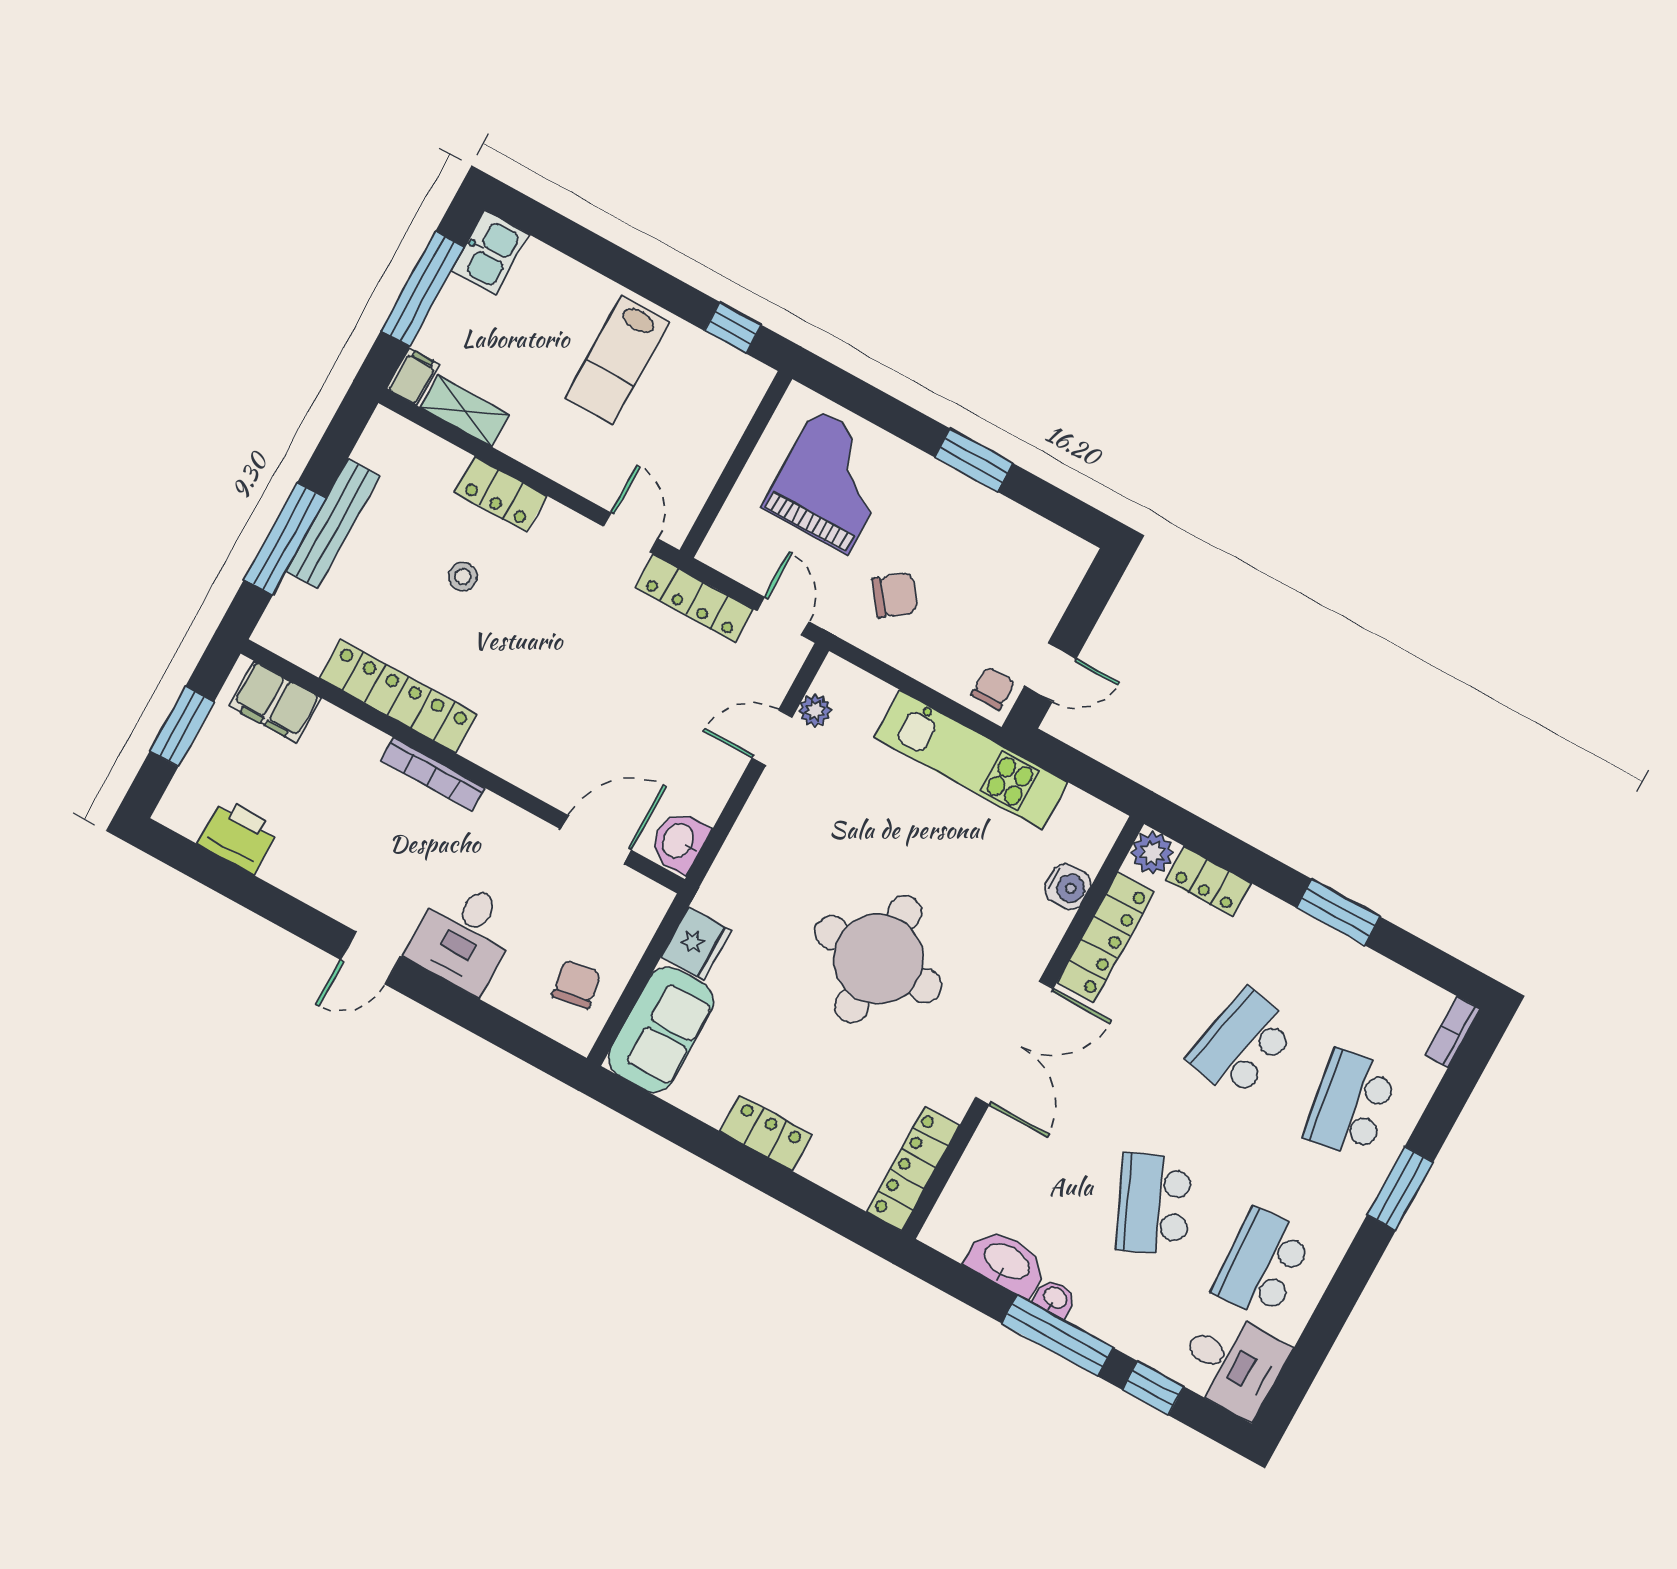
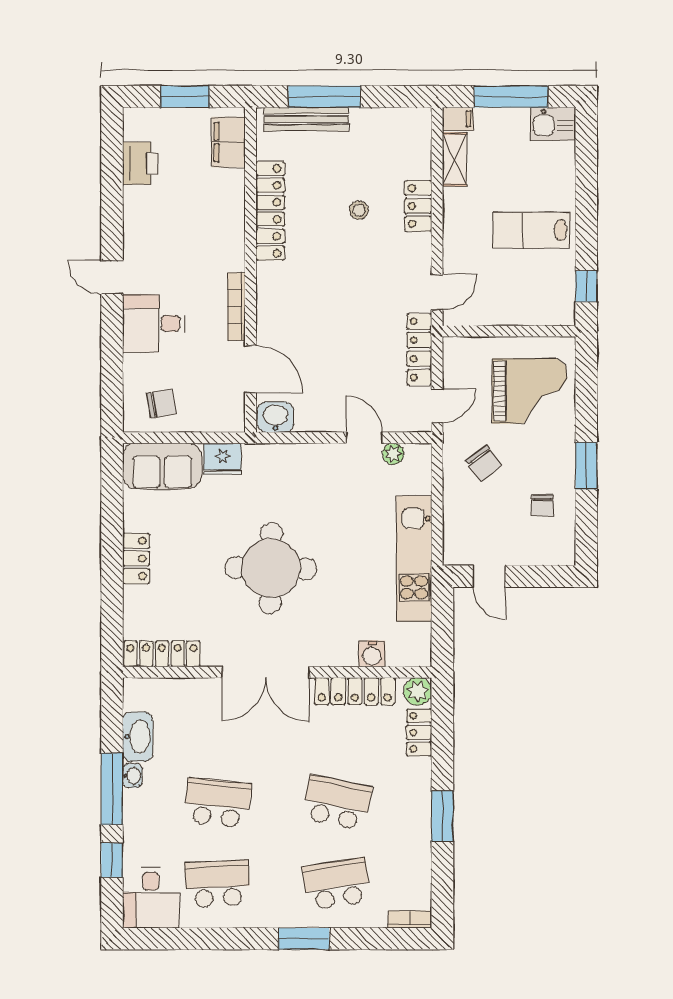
bench: (333, 524) -> (306, 119), moved
chair: (993, 688) -> (543, 505), moved, turned 90
bookcase: (433, 774) -> (236, 307), moved
school desk: (1154, 1204) -> (218, 803), turned 30

